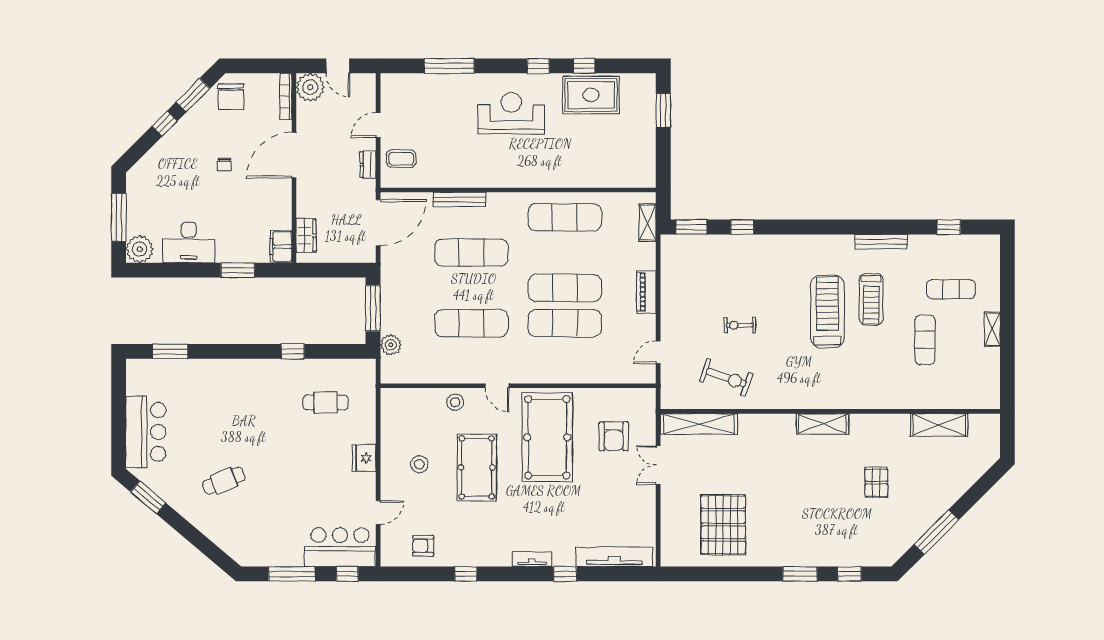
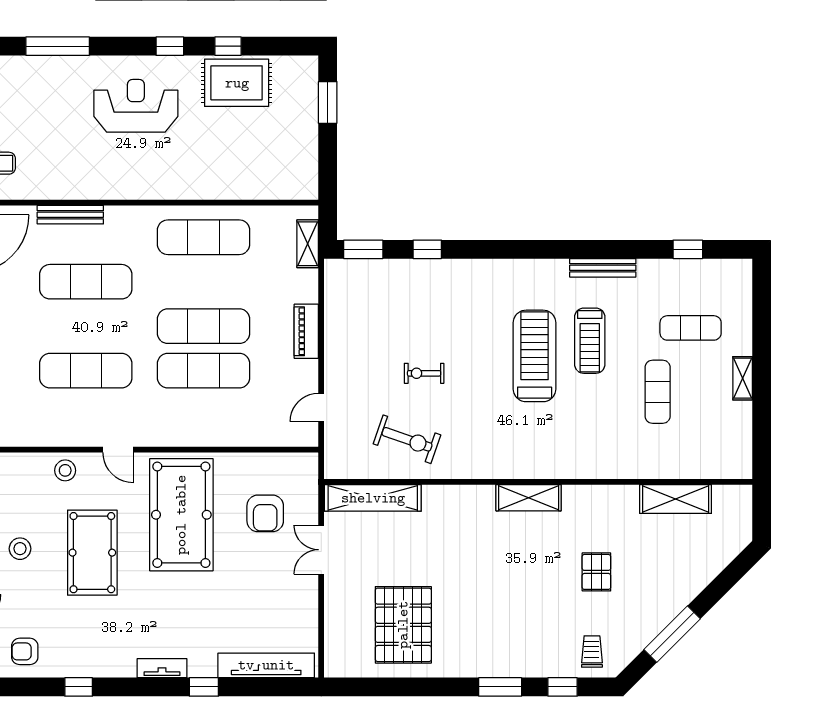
trolley: (873, 546) -> (592, 651), added

